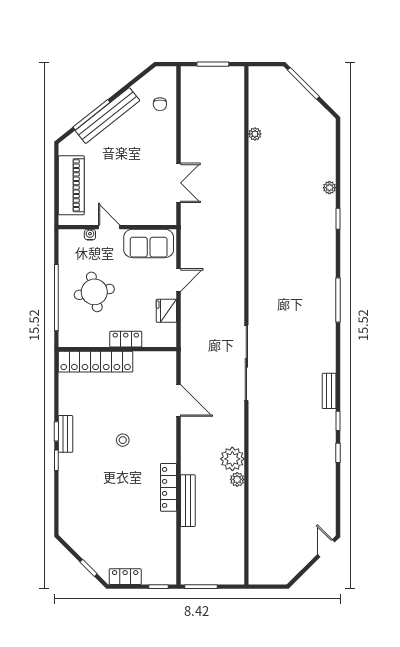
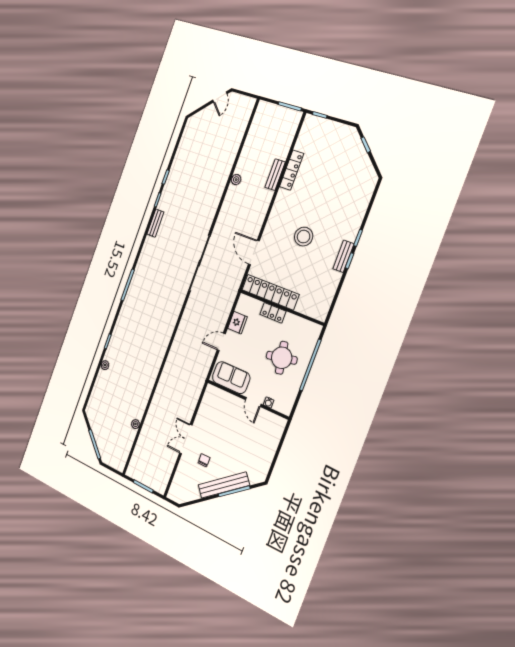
chair: (160, 104) -> (204, 460), moved
double door: (179, 183) -> (186, 439), moved
piano: (71, 185) -> (268, 446), removed
locker: (96, 362) -> (270, 292), moved
stool: (123, 440) -> (304, 237), width x1.89, depth x1.89
plant: (232, 459) -> (234, 196), removed
locker: (169, 487) -> (292, 170), moved
bench: (188, 501) -> (275, 175), width x0.73
door: (326, 548) -> (220, 97), moved
locker: (125, 577) -> (341, 130), removed

